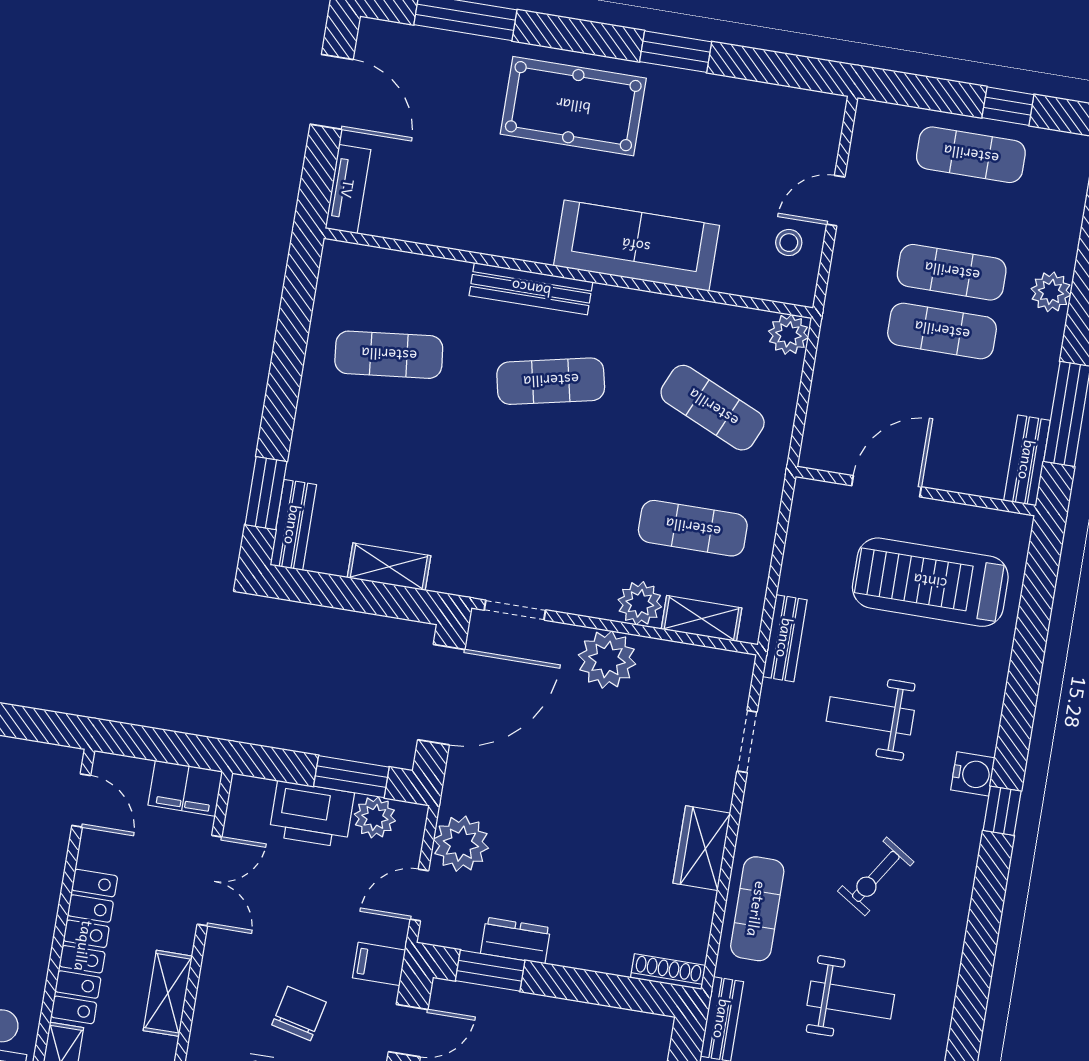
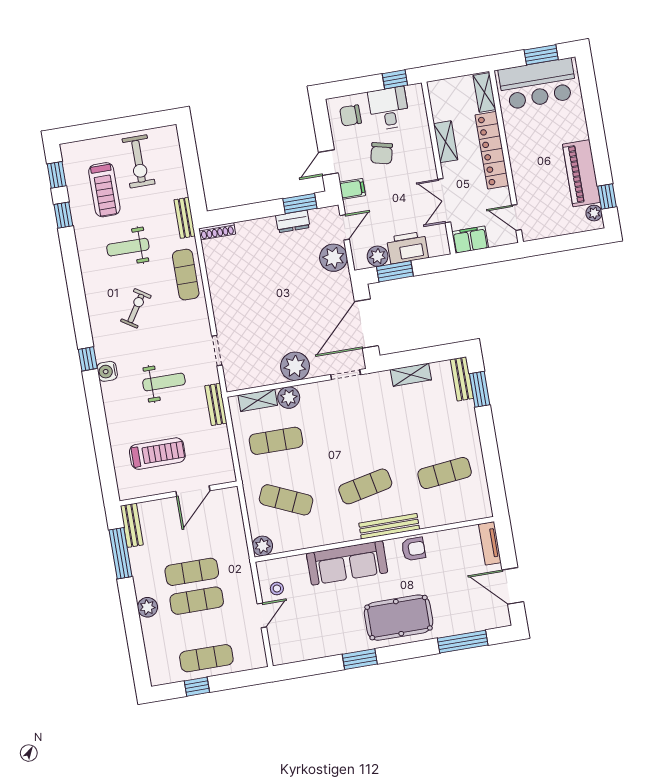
armchair: (499, 229) -> (413, 549), added
treadmill: (930, 582) -> (157, 454), width x0.73, depth x0.73
wardrobe: (702, 848) -> (221, 294), removed

